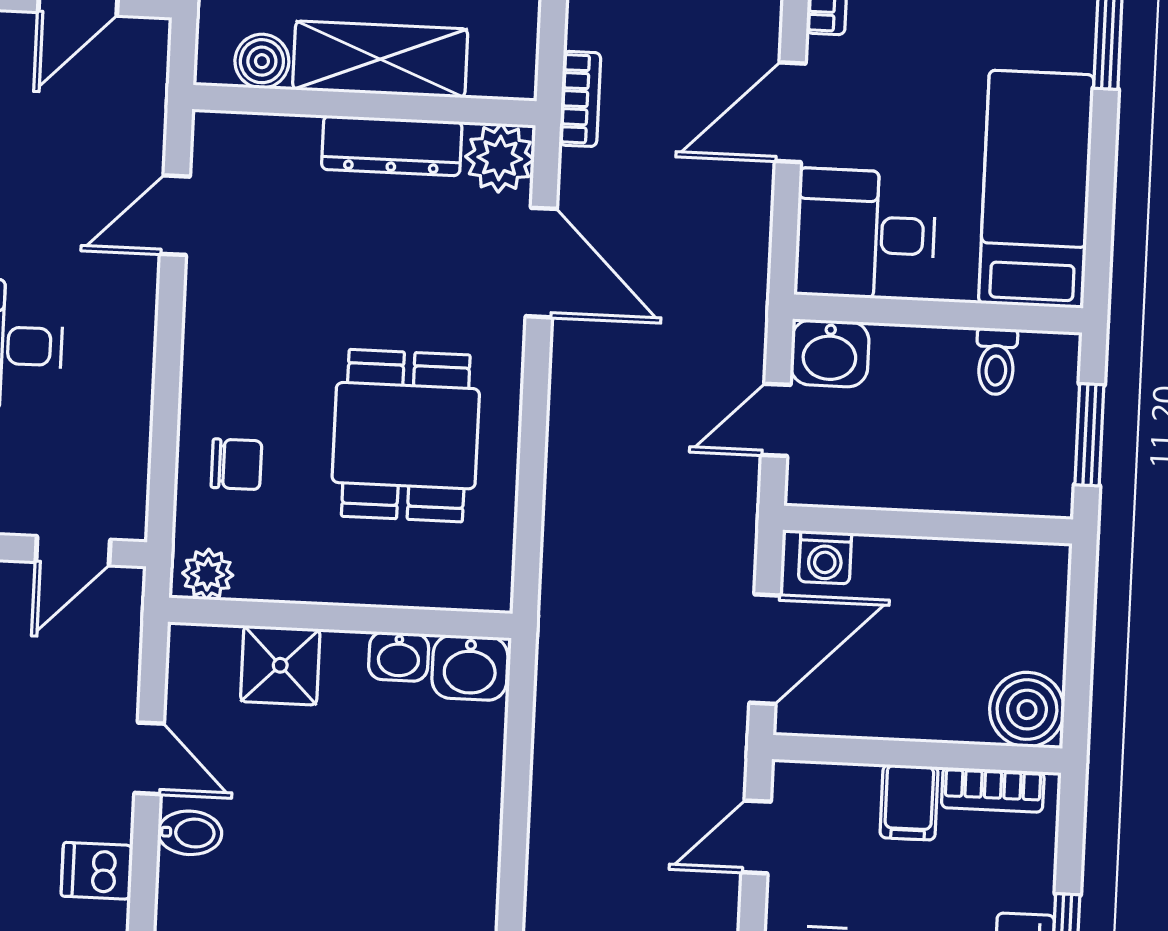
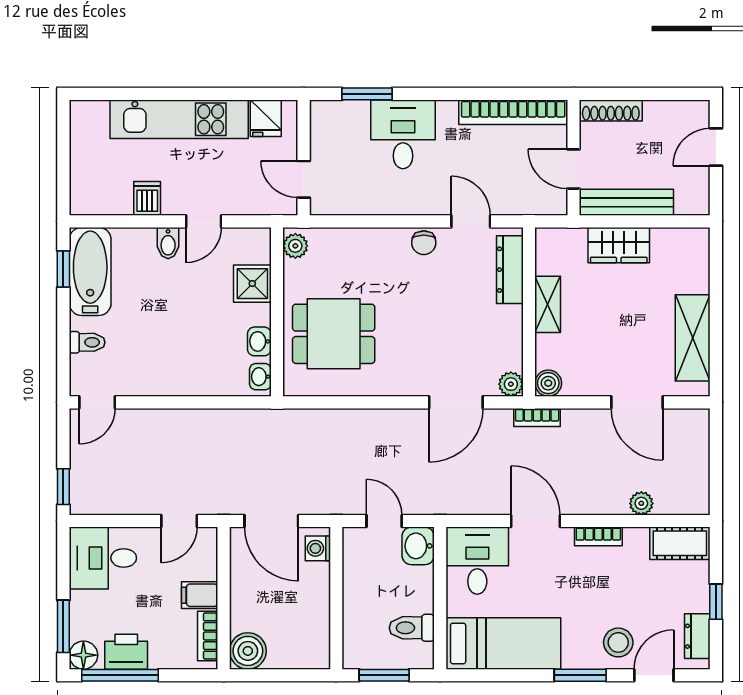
shelving: (380, 59) -> (548, 304), width x0.67, depth x0.75
boiler: (262, 61) -> (548, 383), moved
dresser: (392, 146) -> (510, 270), moved
plant: (500, 158) -> (511, 384), width x0.73, depth x0.73
toilet: (996, 361) -> (412, 628), width x1.37, depth x1.39
dining table: (406, 436) -> (334, 334), moved
chair: (236, 464) -> (424, 243), moved
washbasin: (470, 668) -> (260, 377), width x0.72, depth x0.69
door: (756, 837) -> (179, 521), swing flipped

